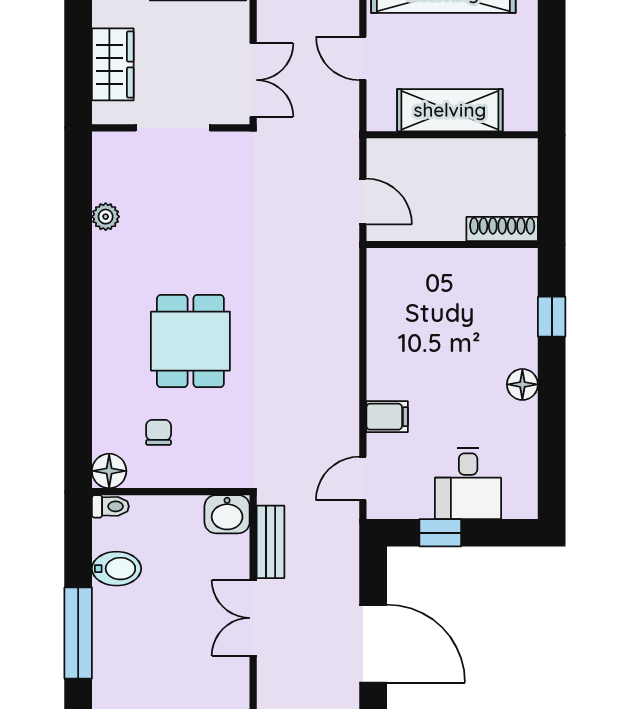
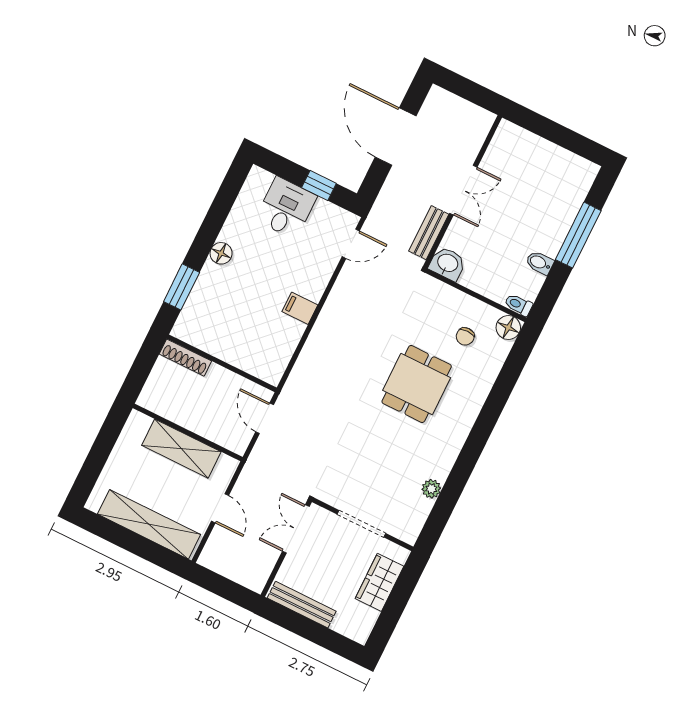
window: (552, 317) -> (182, 287), width x1.50
filing cabinet: (387, 417) -> (300, 308), moved
bidet: (117, 569) -> (540, 263), width x0.72, depth x0.74

